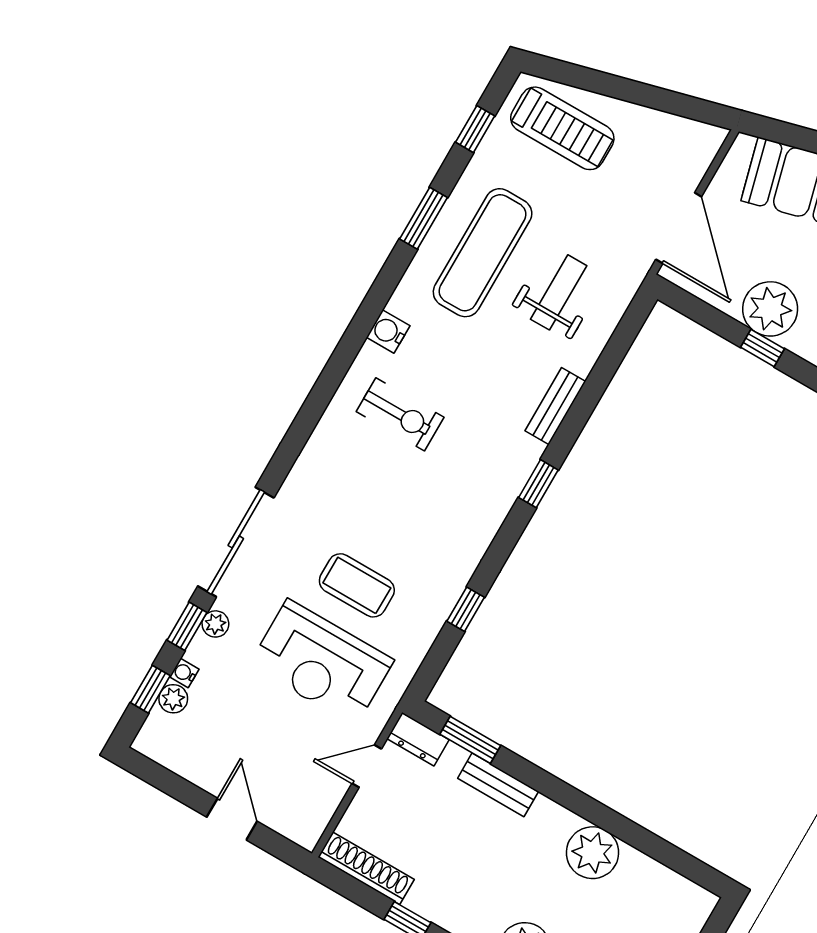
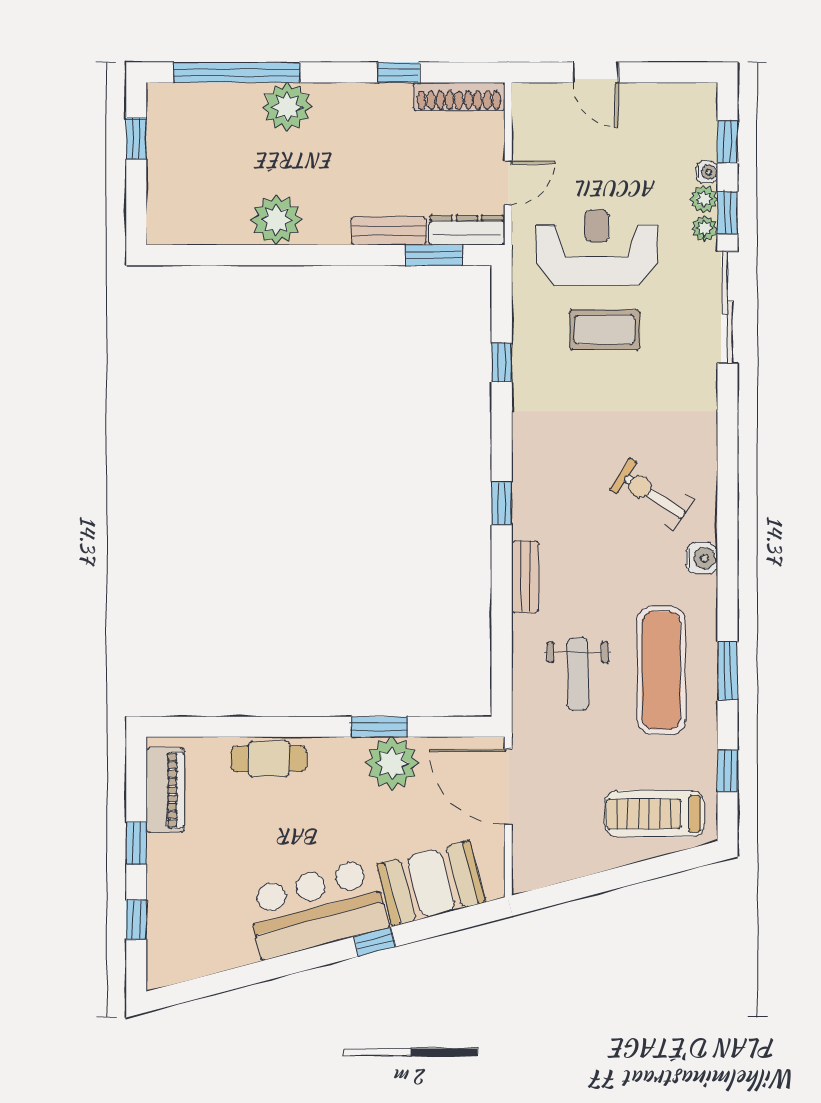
window: (763, 348) -> (379, 727), width x1.50
exercise bike: (400, 414) -> (652, 494), turned 33
plant: (173, 699) -> (704, 199), moved
dresser: (418, 739) -> (467, 230), width x1.44

